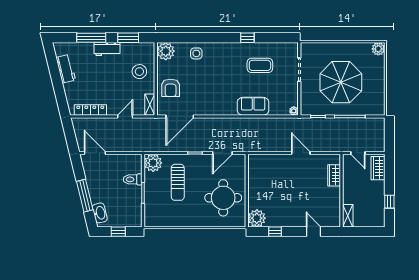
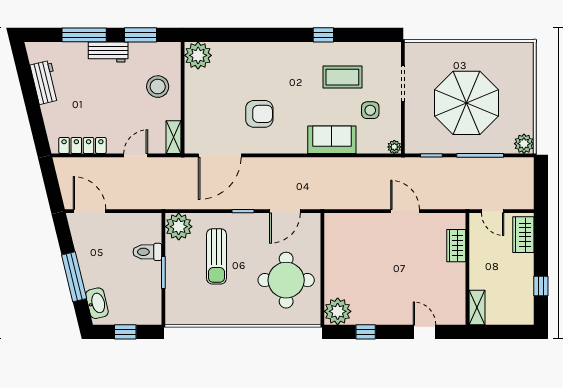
plant: (378, 49) -> (524, 144), moved
side table: (196, 53) -> (370, 110), moved
armchair: (171, 88) -> (259, 114), moved, turned -90

